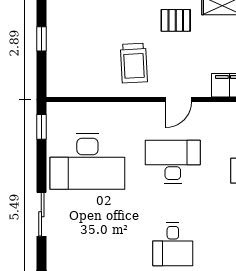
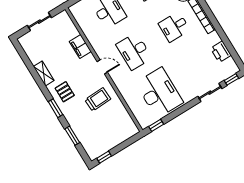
window: (41, 39) -> (104, 157), moved
sliding door: (41, 214) -> (210, 93), moved
desk: (173, 244) -> (174, 27), turned 180

